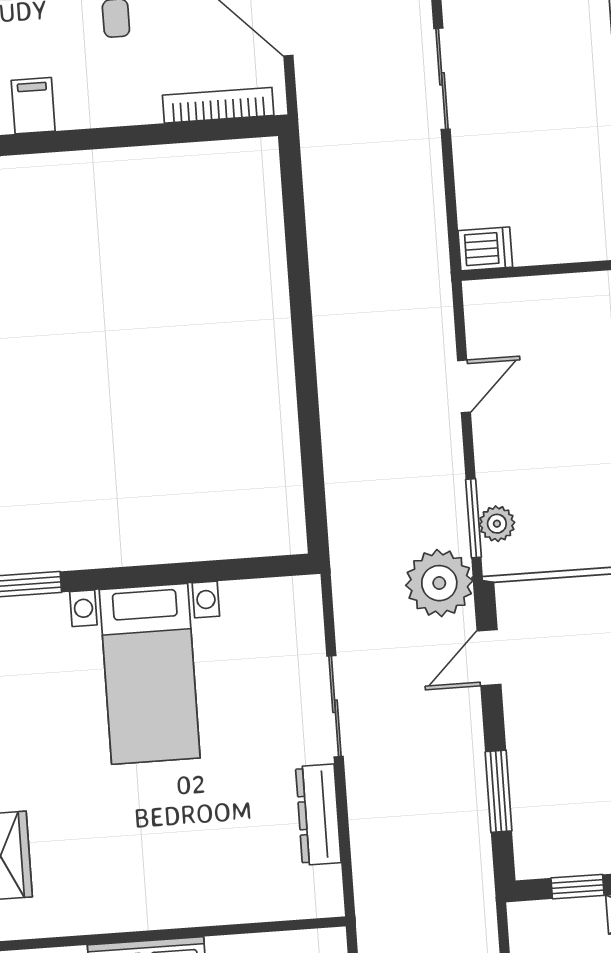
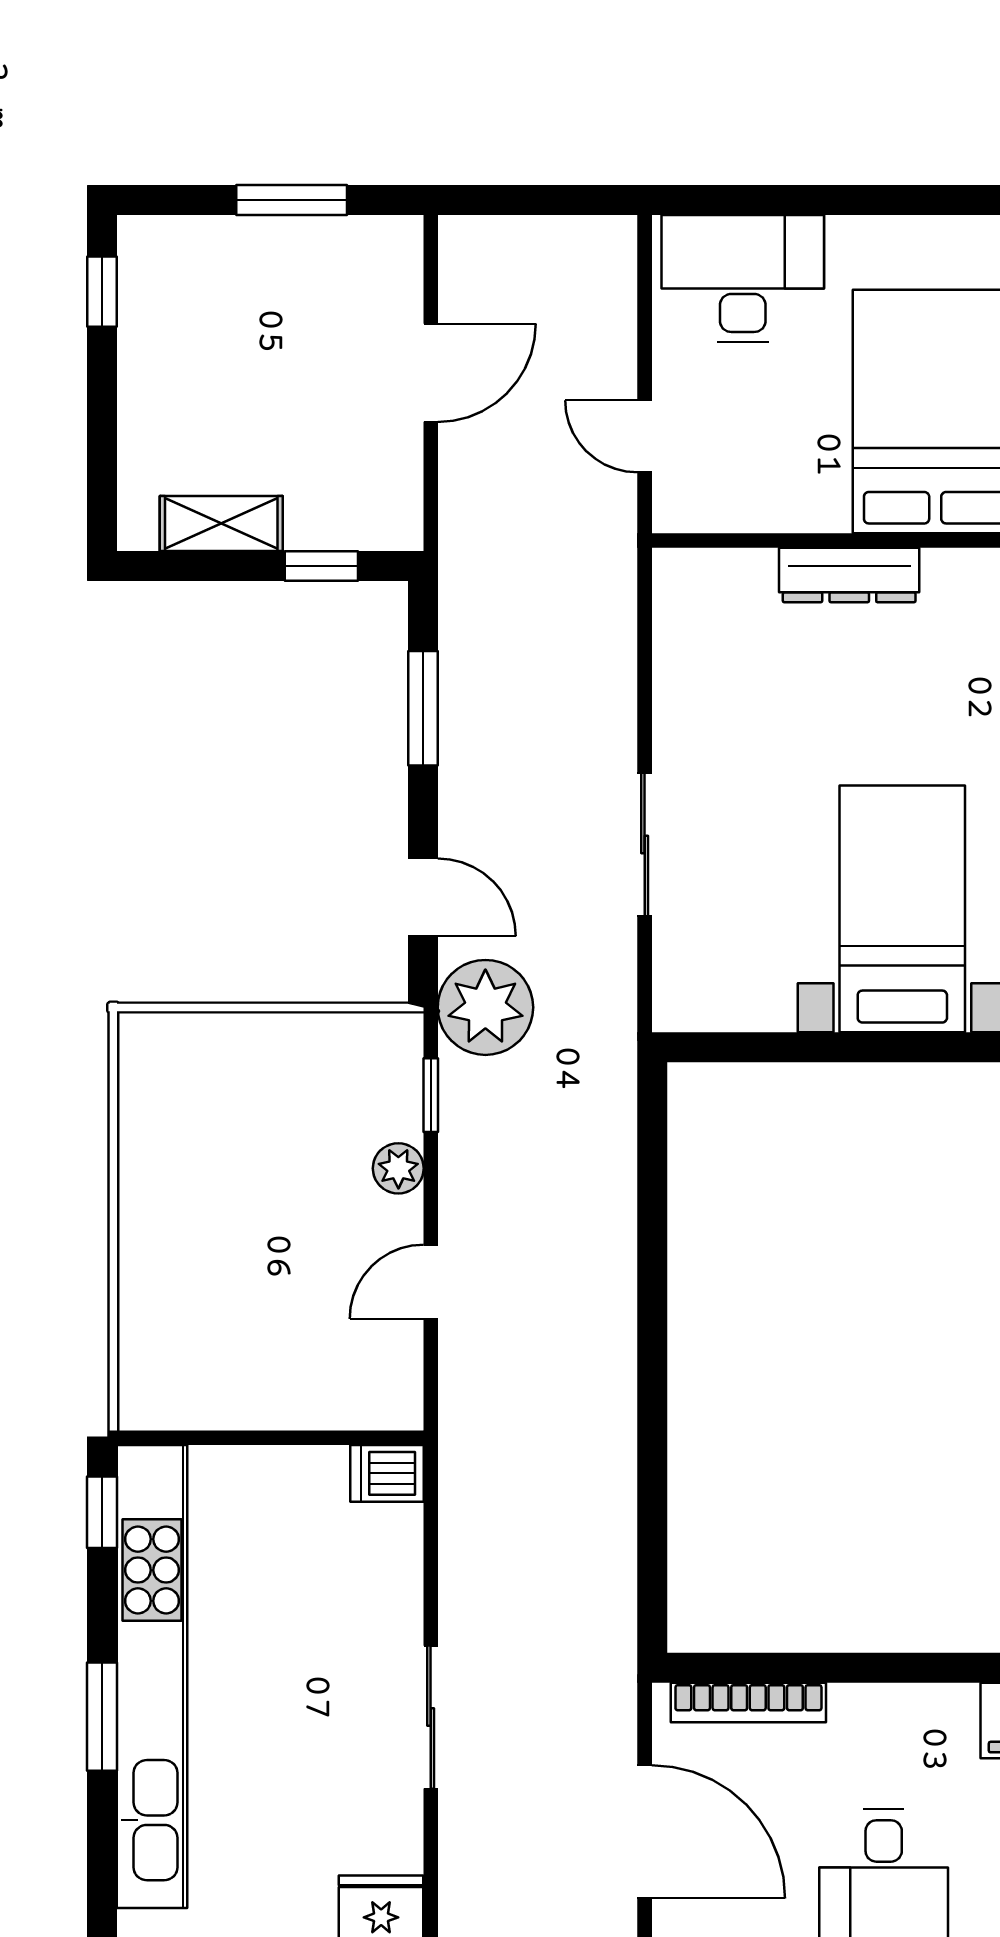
window: (474, 518) -> (431, 1095), width x0.67
plant: (497, 524) -> (398, 1168), moved
door: (489, 658) -> (423, 897), hinge flipped
dresser: (318, 815) -> (849, 575), moved, turned 90

